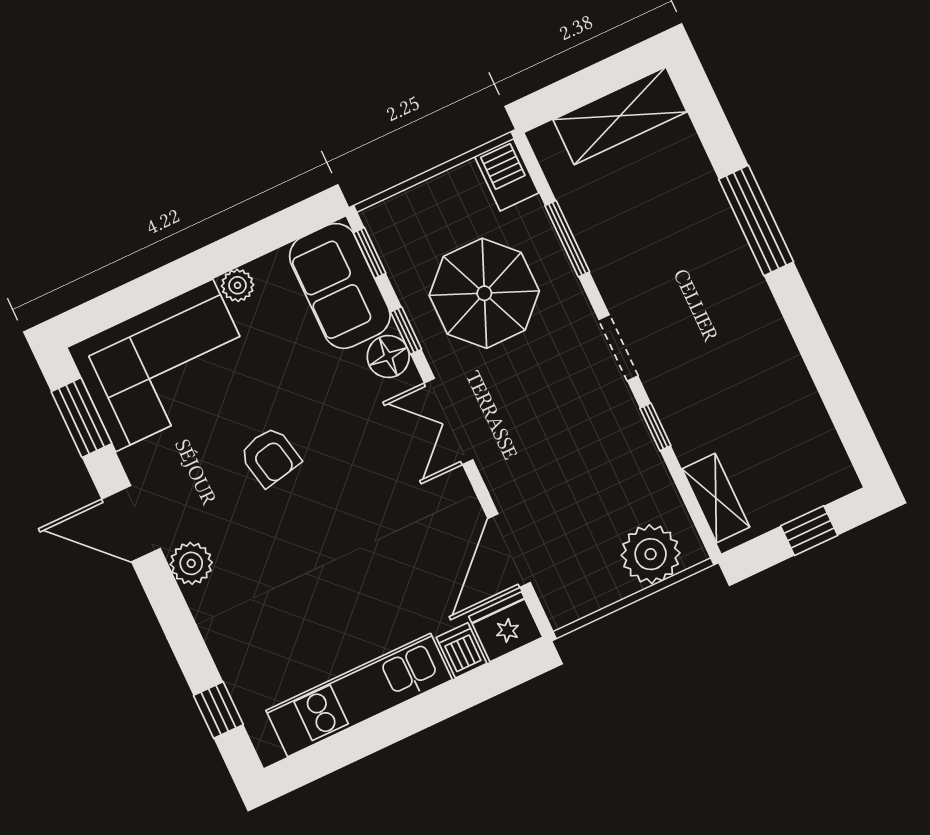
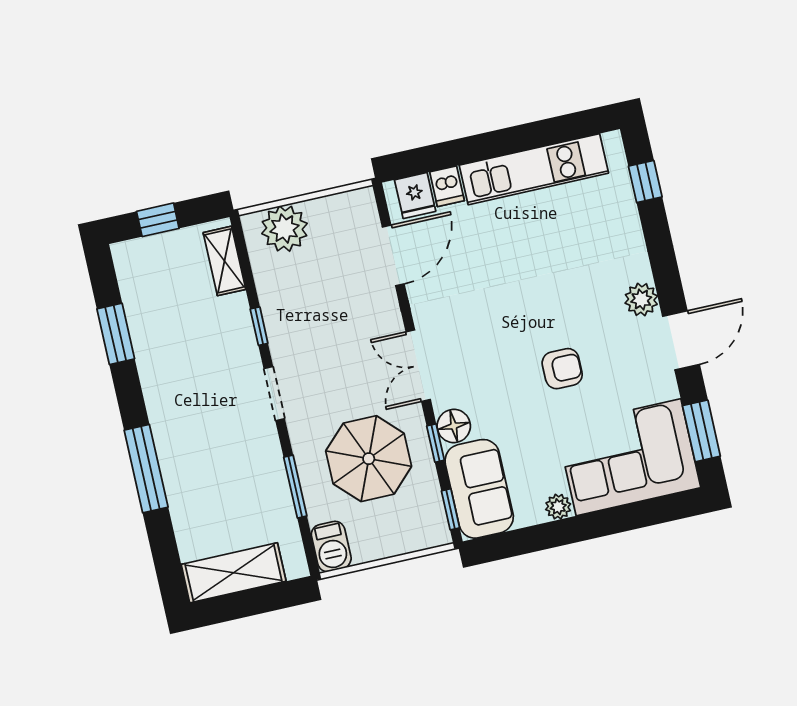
window: (830, 379) -> (116, 334), added
double door: (449, 421) -> (418, 366), swing flipped
armchair: (270, 457) -> (562, 369), turned 102
door: (131, 524) -> (681, 340), hinge flipped
fridge: (506, 627) -> (415, 196), width x0.72

